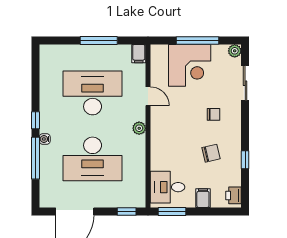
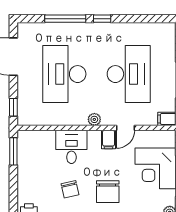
chair: (213, 114) -> (108, 192), width x1.87, depth x1.87
water cooler: (45, 139) -> (84, 27), removed
desk: (167, 187) -> (71, 147), moved
filing cabinet: (203, 198) -> (109, 139), moved, turned 90

